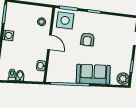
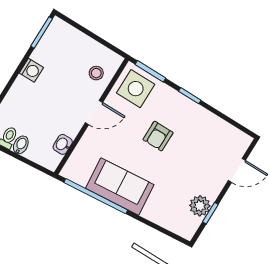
door: (49, 42) -> (94, 113), hinge flipped
sofa: (93, 74) -> (120, 186), moved
plant: (123, 79) -> (200, 206), moved

